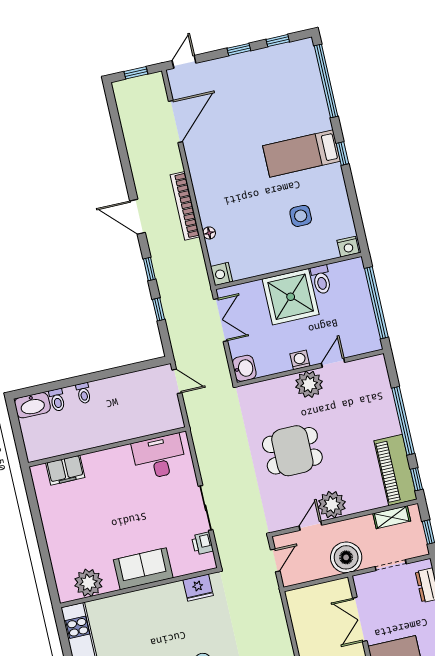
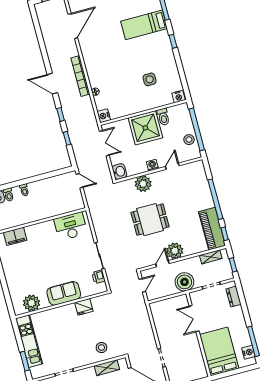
bed: (302, 153) -> (144, 25), moved
stool: (363, 319) -> (189, 140), added
plant: (309, 384) -> (143, 184), moved
fridge: (198, 588) -> (84, 307), moved

